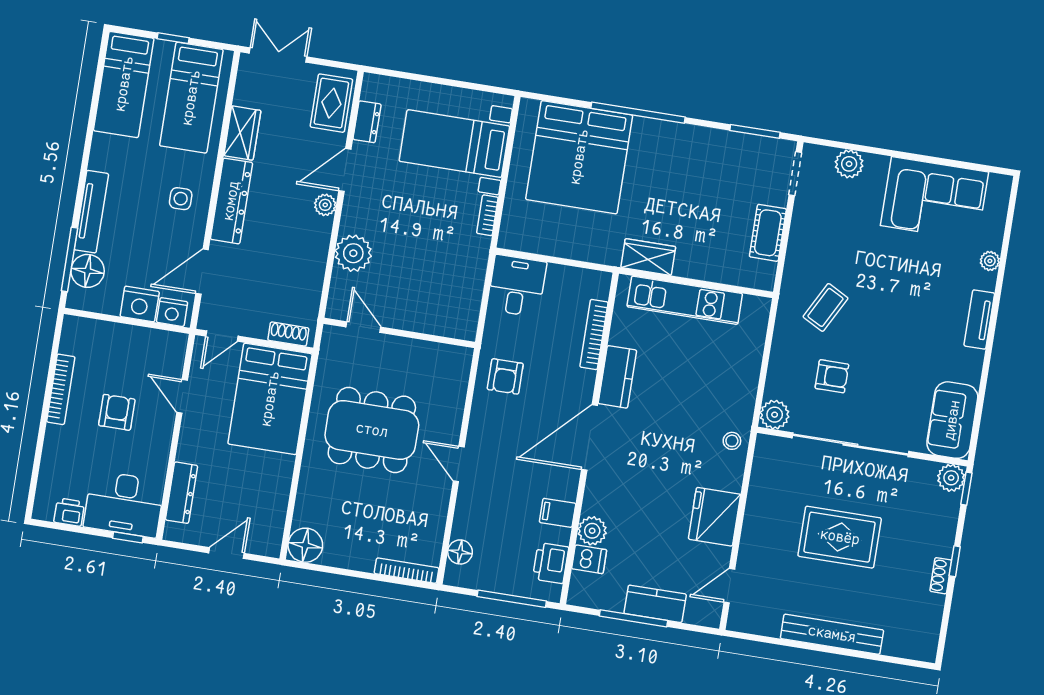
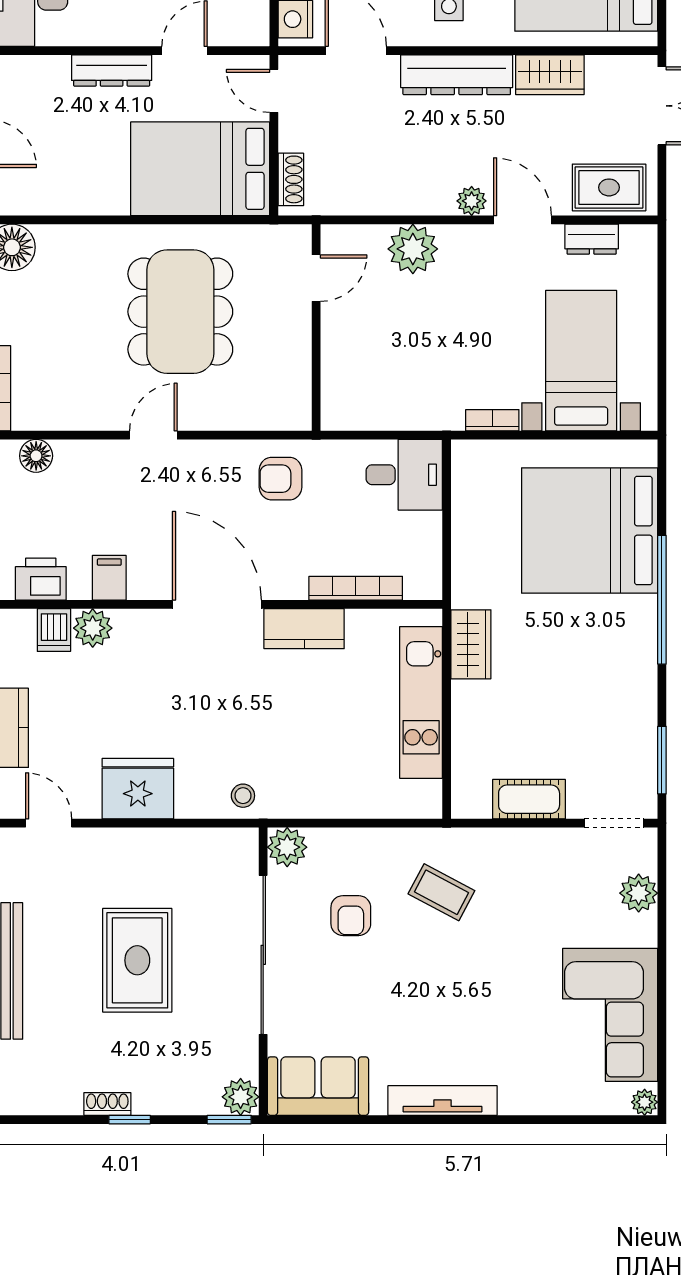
plant: (990, 261) -> (645, 1102), moved
tv unit: (979, 319) -> (443, 1101), width x1.41
dresser: (181, 493) -> (112, 70), moved

